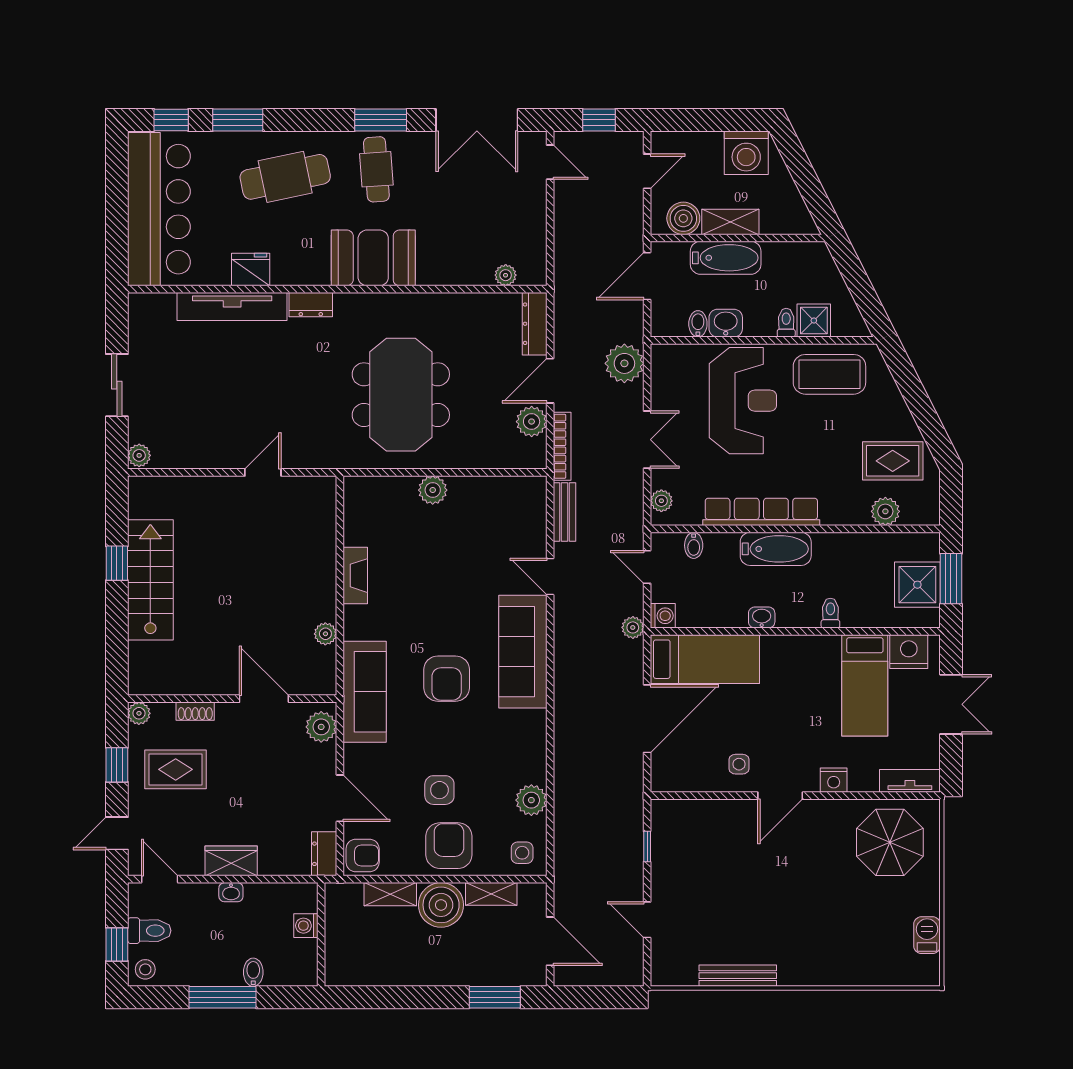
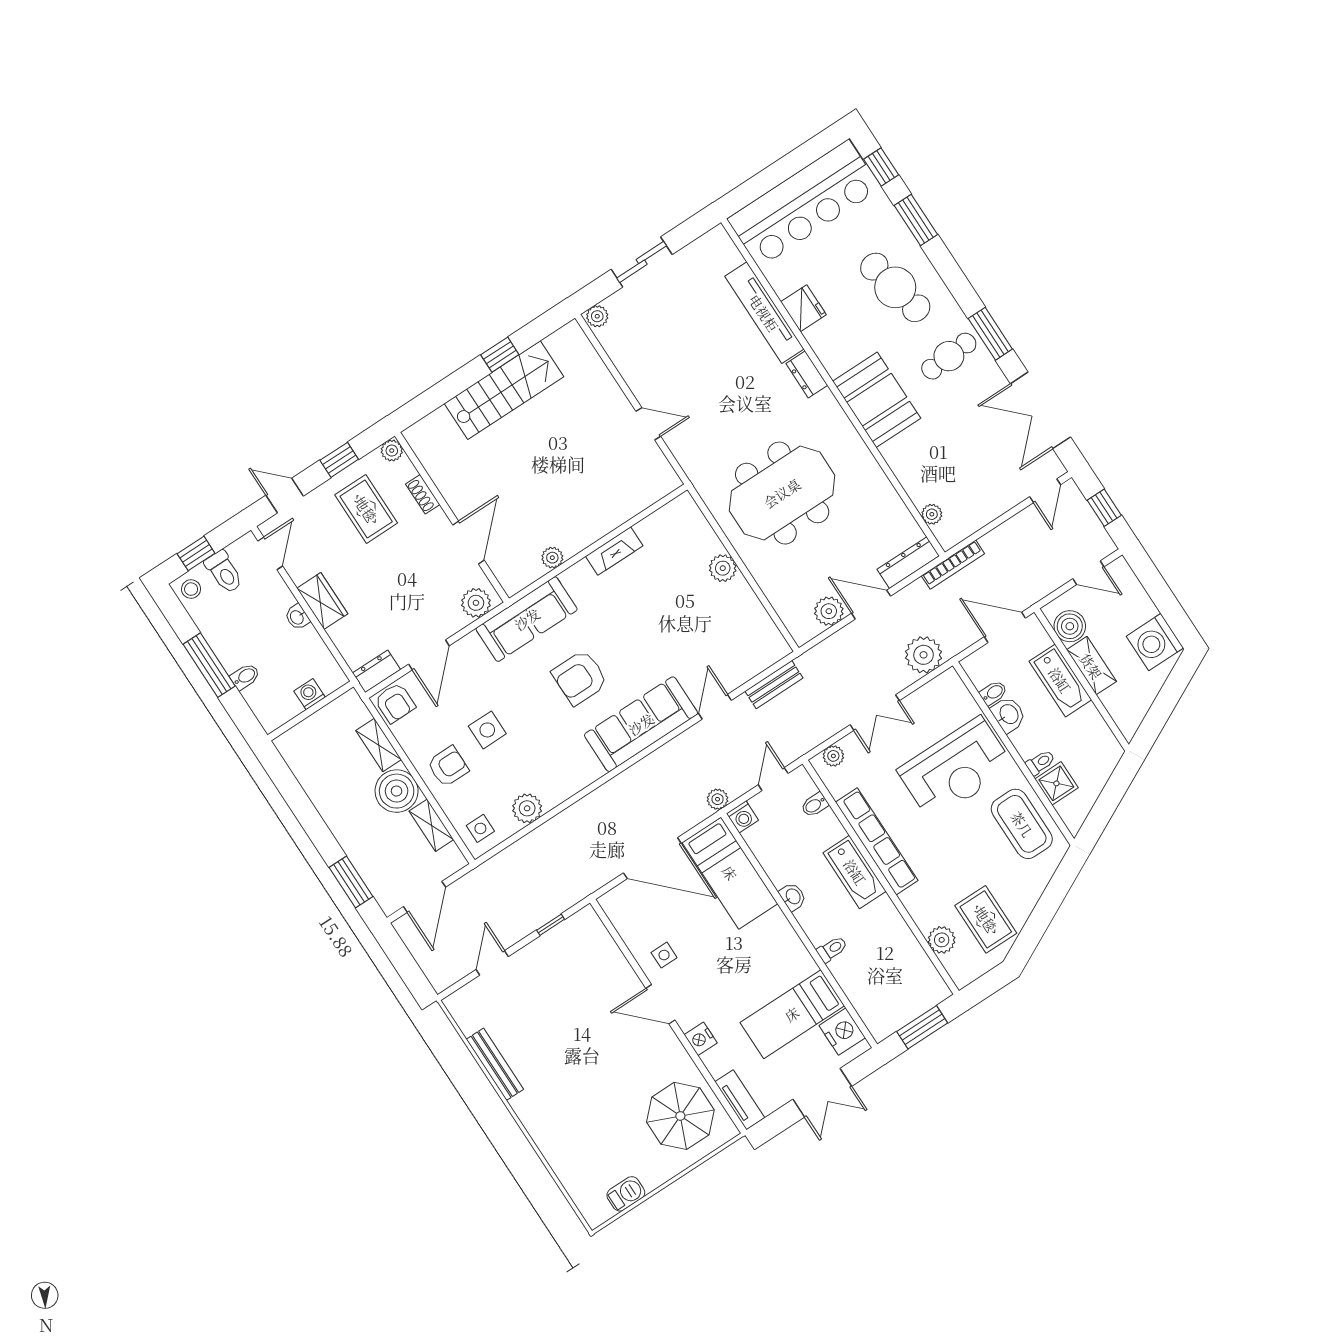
bookcase: (562, 446) -> (953, 565), moved
shower: (917, 585) -> (900, 1004), removed
armchair: (449, 846) -> (448, 766), width x0.72, depth x0.72

